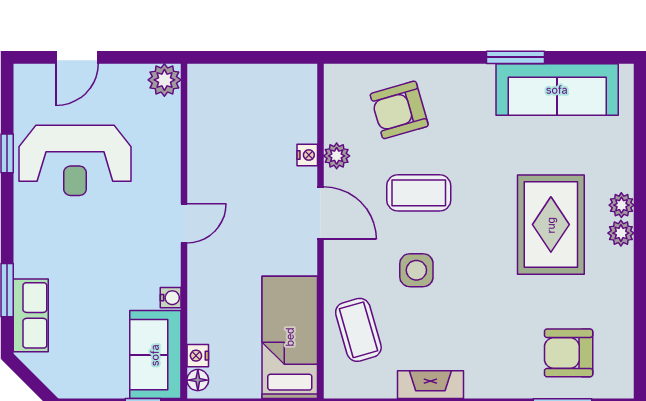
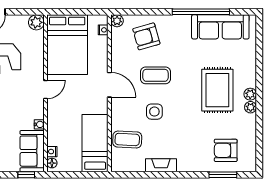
window: (515, 57) -> (201, 12), width x2.11
bed: (230, 128) -> (67, 45), added
nightstand: (307, 155) -> (103, 30), moved
plant: (337, 156) -> (117, 21), moved
plant: (621, 205) -> (251, 107), moved
coffee table: (358, 330) -> (127, 139), turned -71

